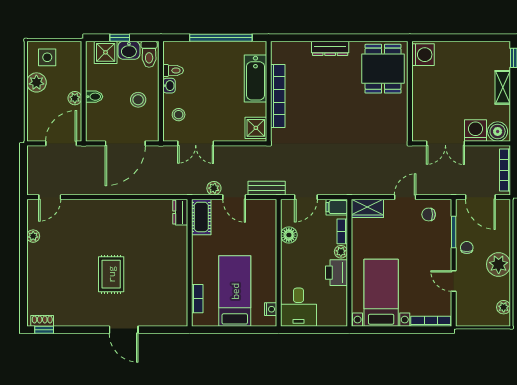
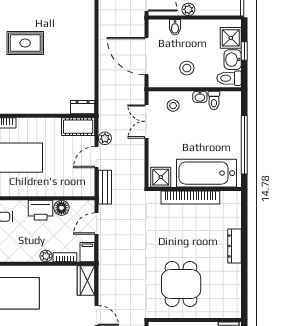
dining table: (383, 69) -> (181, 284), moved, turned 90
bathtub: (255, 78) -> (207, 173), width x1.36, depth x1.36
bidet: (94, 97) -> (175, 27), moved
door: (306, 197) -> (97, 224), hinge flipped
printer: (337, 273) -> (41, 210), moved, turned 180

